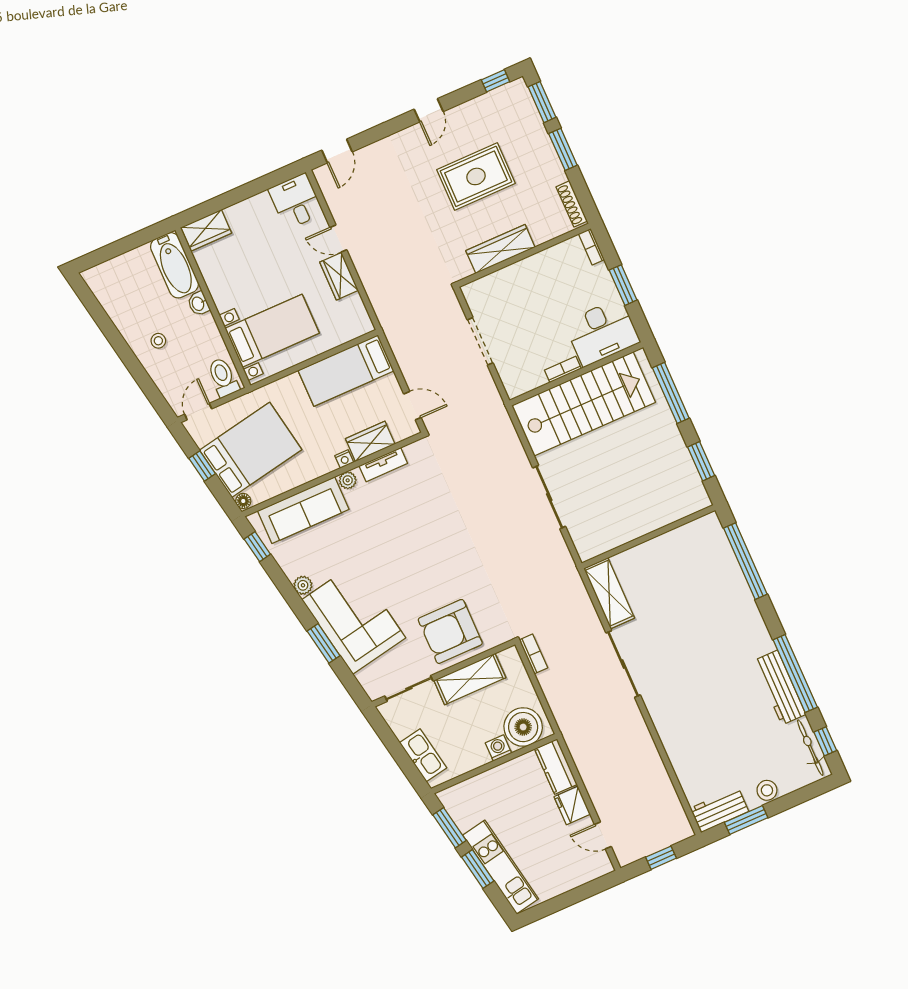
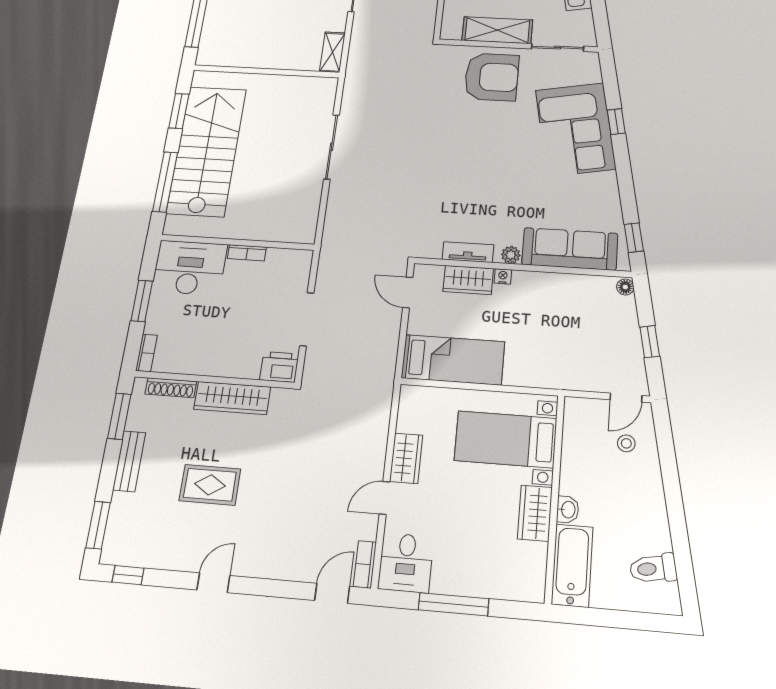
window: (563, 149) -> (119, 416), moved
bench: (549, 160) -> (129, 461), added
rug: (476, 176) -> (210, 485), width x0.73, depth x0.70
window: (245, 192) -> (454, 604), added
shoe rack: (572, 204) -> (171, 388), moved, turned 90
wardrobe: (206, 230) -> (535, 513), moved, turned -90
door: (338, 239) -> (384, 498), swing flipped
printer: (479, 292) -> (279, 367), added
stool: (158, 341) -> (626, 443), moved
toilet: (223, 377) -> (653, 568), moved, turned 80
stairs: (584, 404) -> (207, 151), moved, turned 90
bed: (251, 450) -> (592, 332), removed
plant: (303, 585) -> (608, 181), removed
shelving: (609, 593) -> (332, 52), width x0.67, depth x0.75
window: (323, 643) -> (616, 122), width x0.67
bookcase: (533, 654) -> (365, 564), moved

